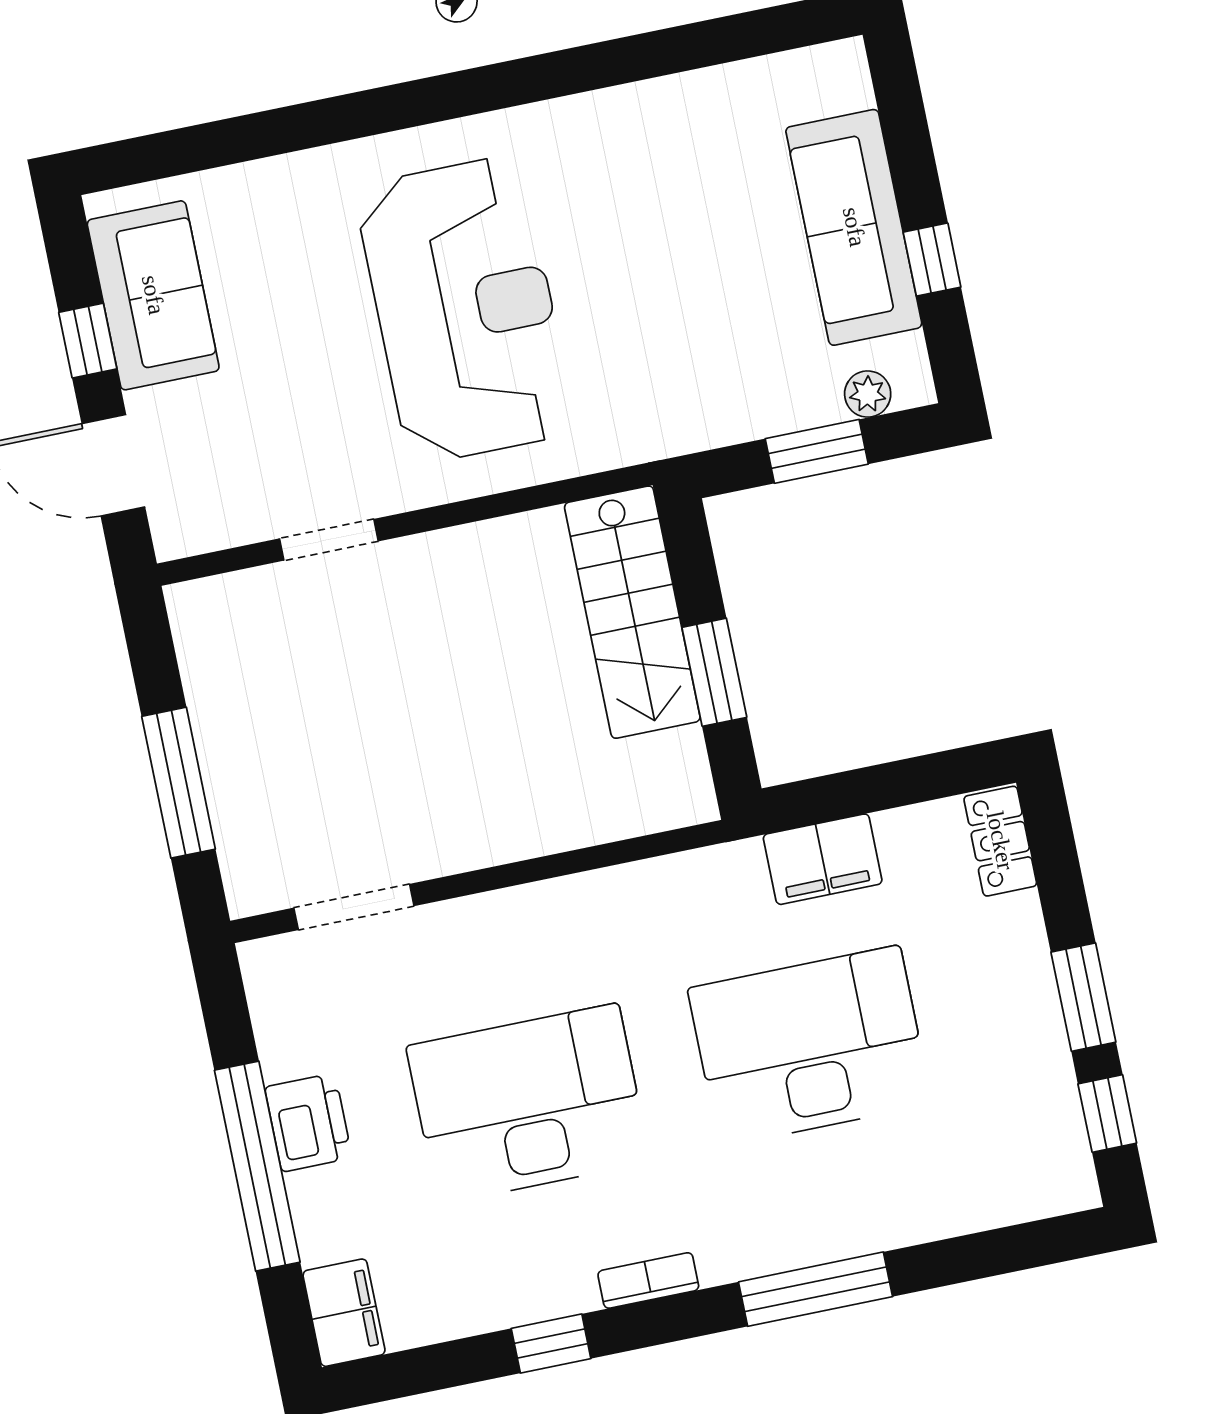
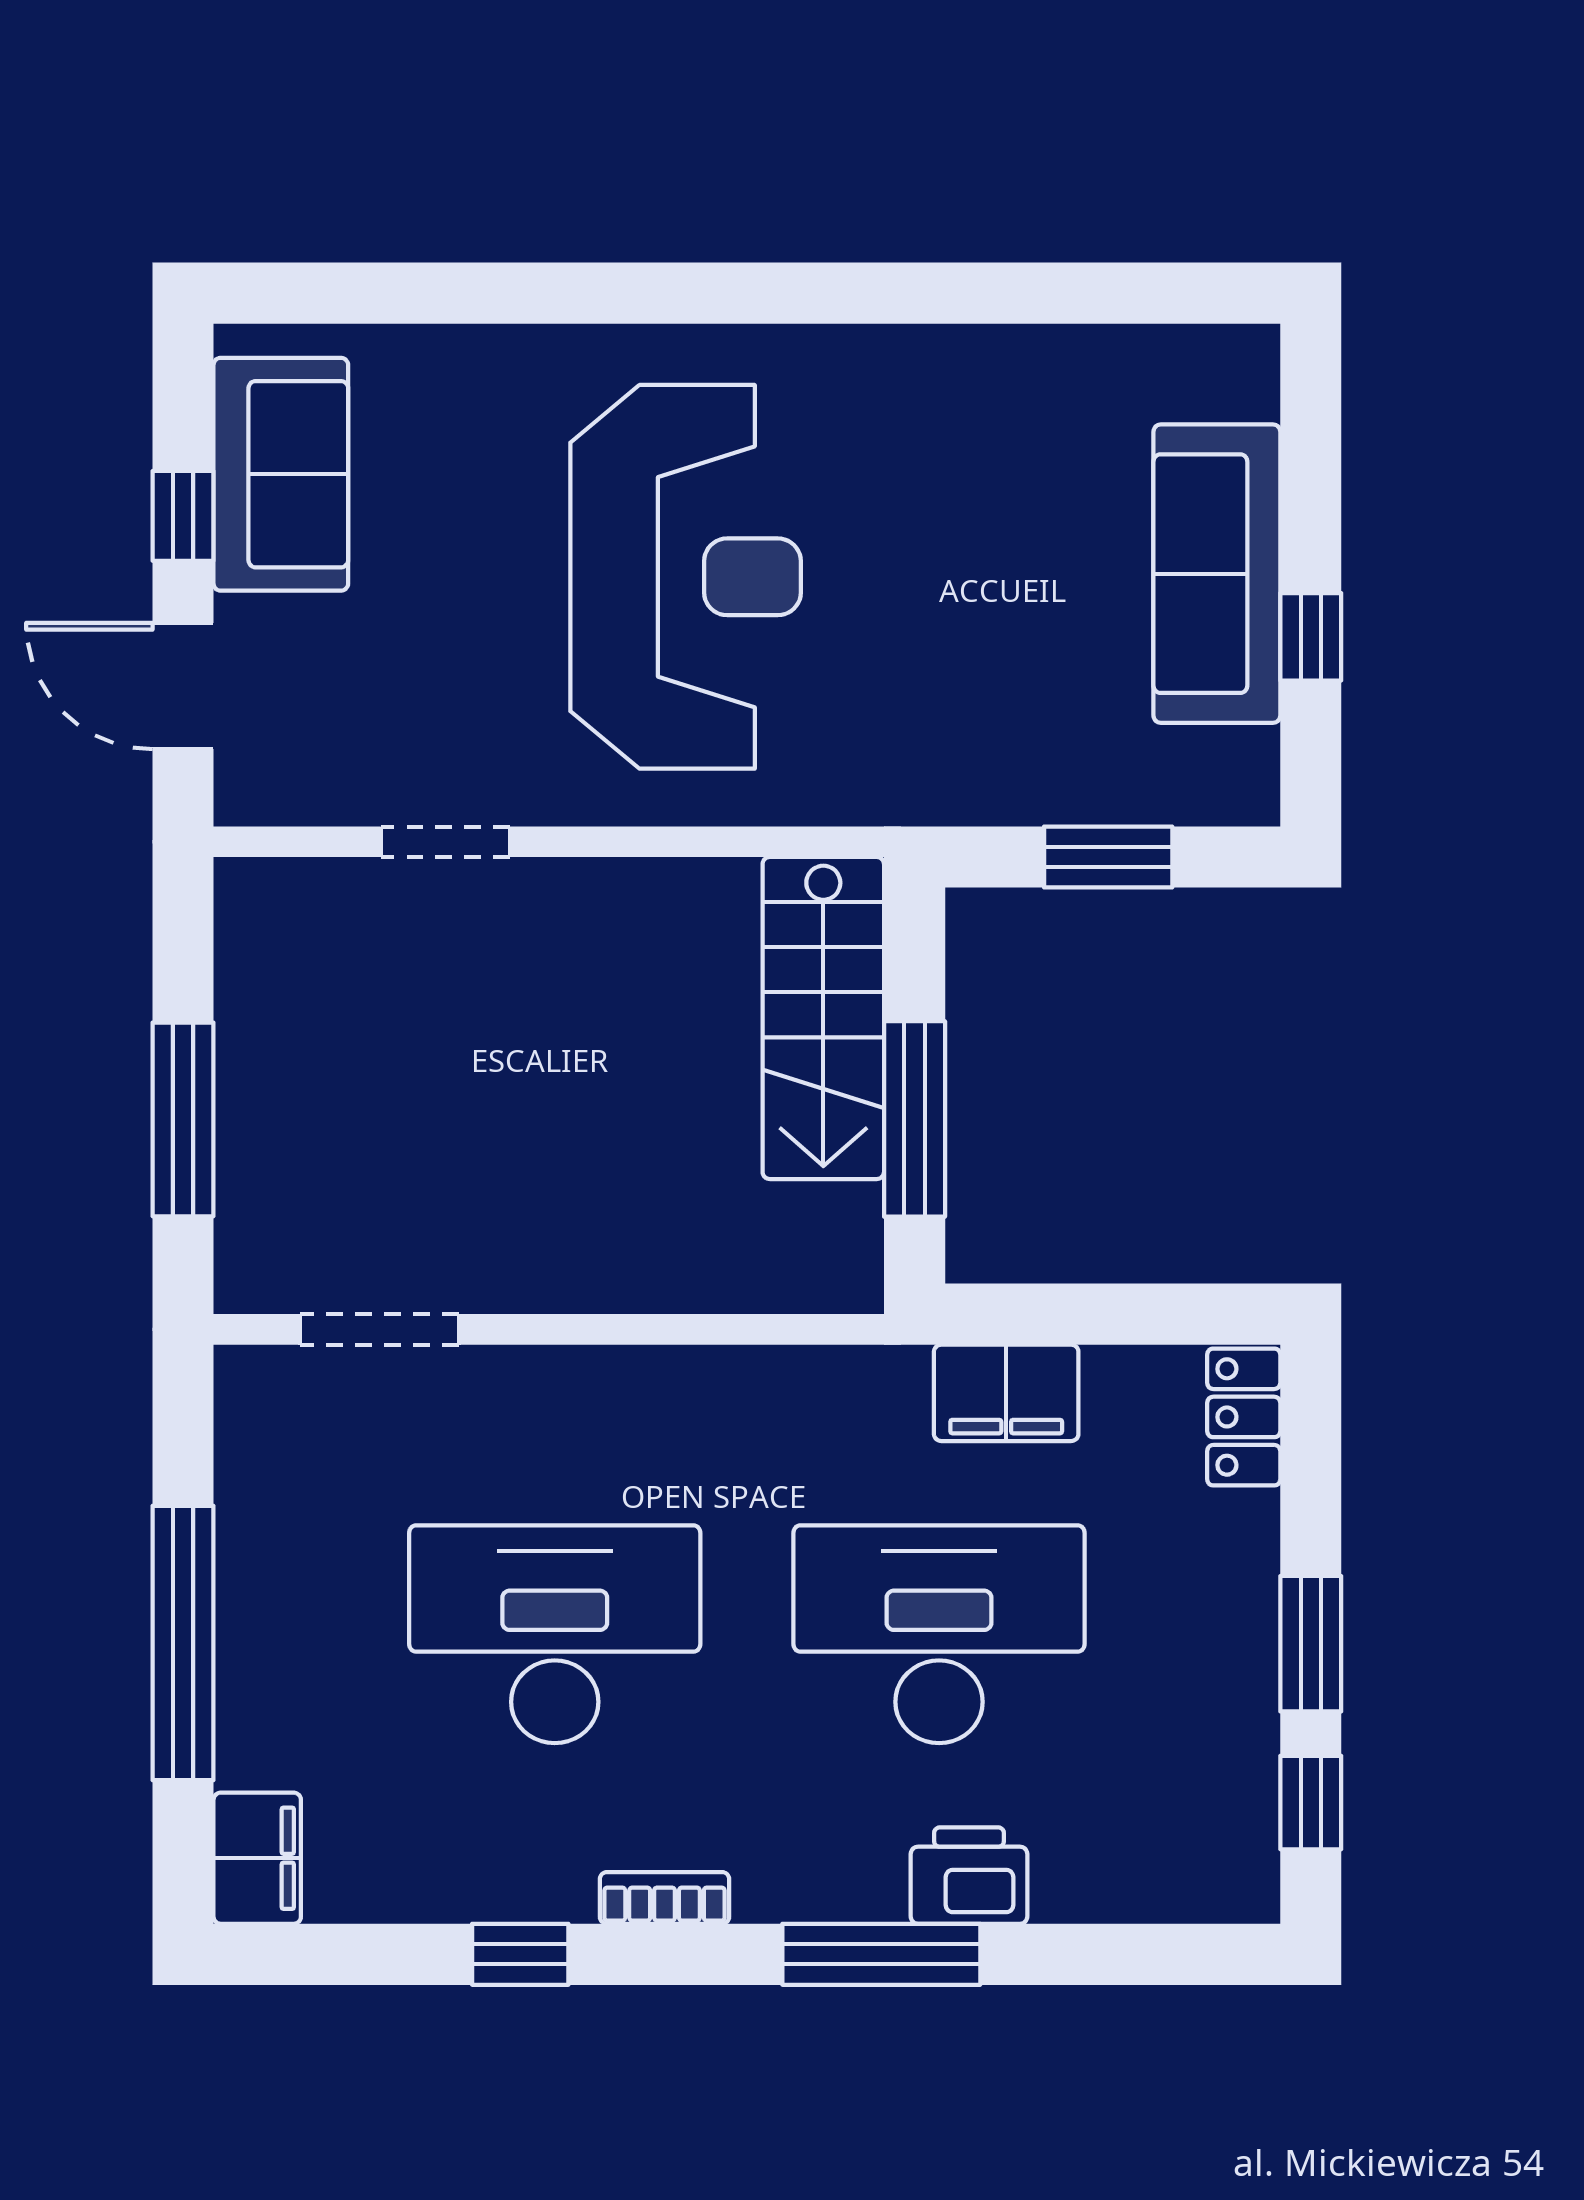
plant: (868, 394) -> (1190, 796), removed
window: (714, 672) -> (915, 1119), width x1.44
printer: (308, 1123) -> (969, 1876), moved, turned -90

